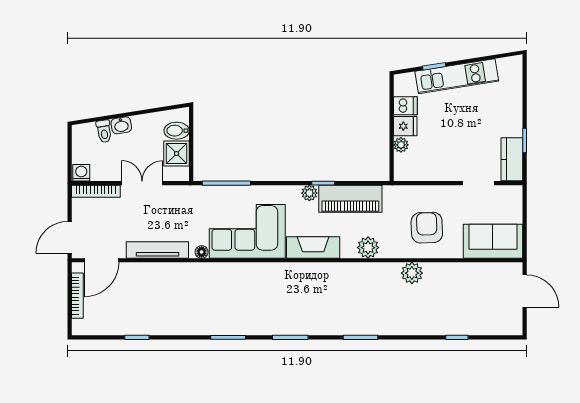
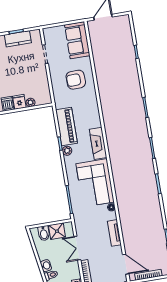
kitchen counter: (512, 159) -> (18, 39), moved
plant: (368, 248) -> (93, 112), removed
tv unit: (157, 250) -> (114, 233), width x0.71
plant: (412, 273) -> (103, 84), removed

